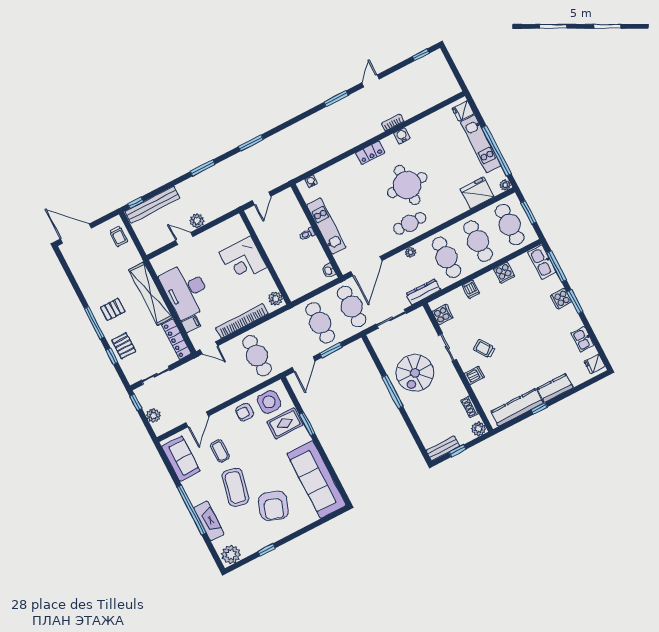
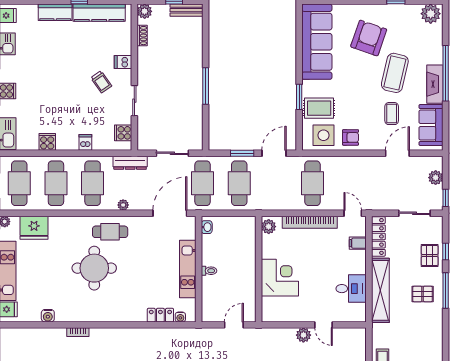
water cooler: (402, 136) -> (48, 316), moved
locker: (370, 153) -> (160, 315), moved
desk: (186, 290) -> (351, 289), width x0.53, depth x0.77
spiral stairs: (415, 373) -> (176, 92), removed
fireplace: (209, 521) -> (435, 84), moved

